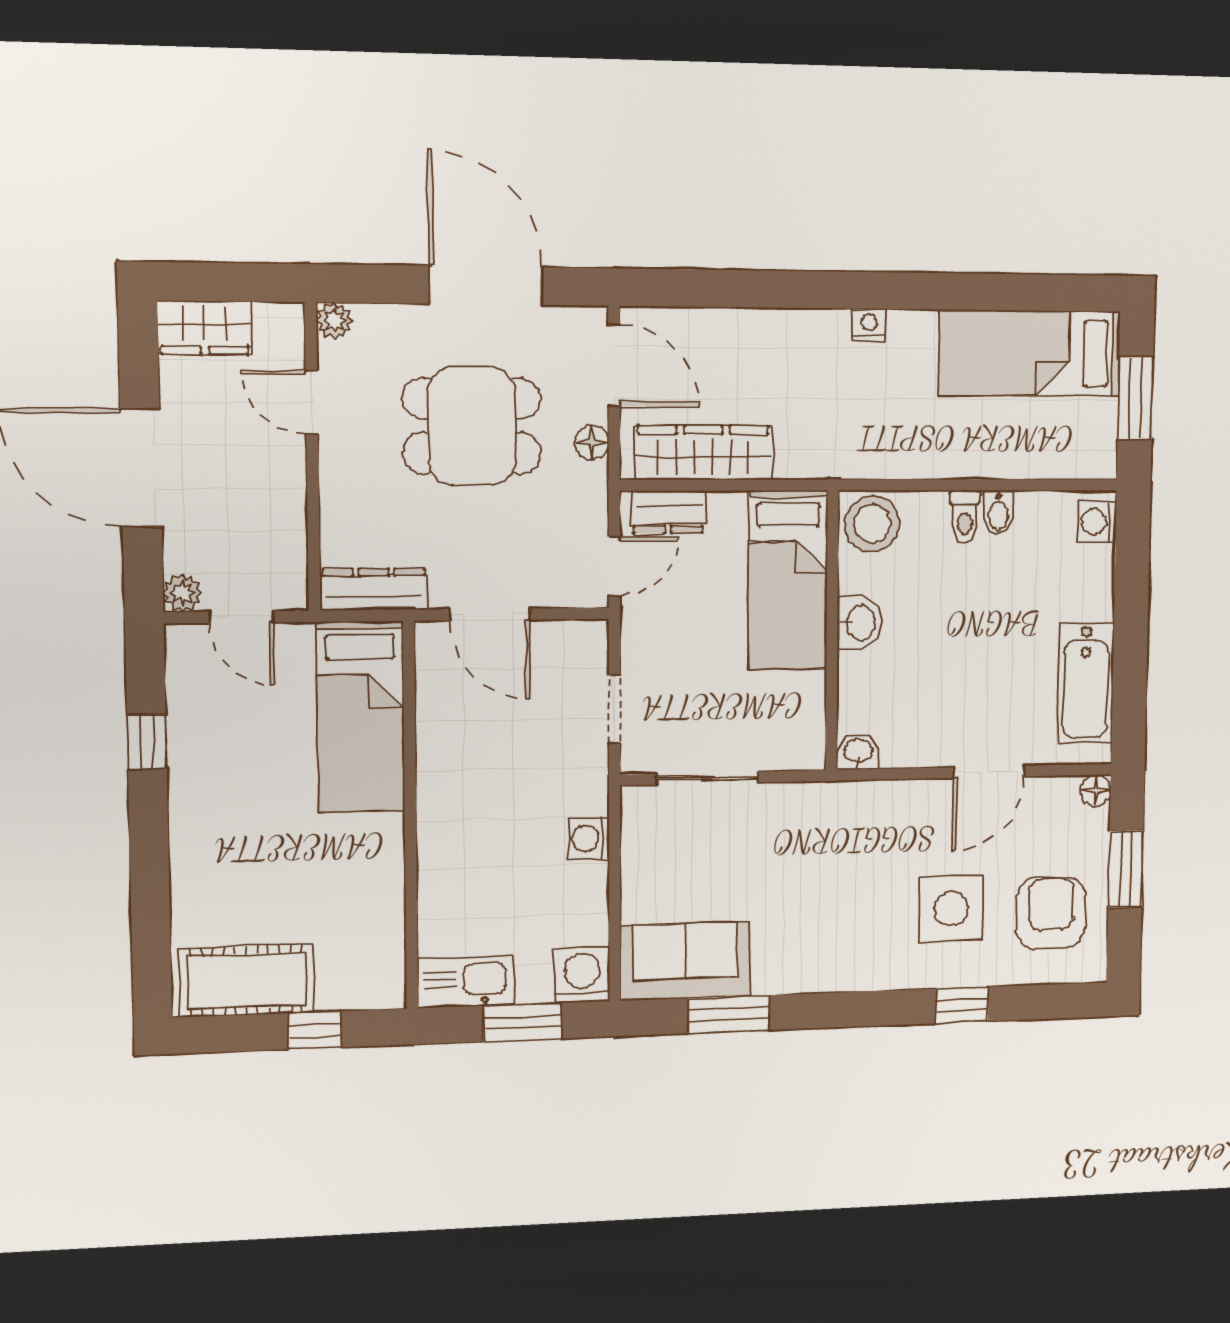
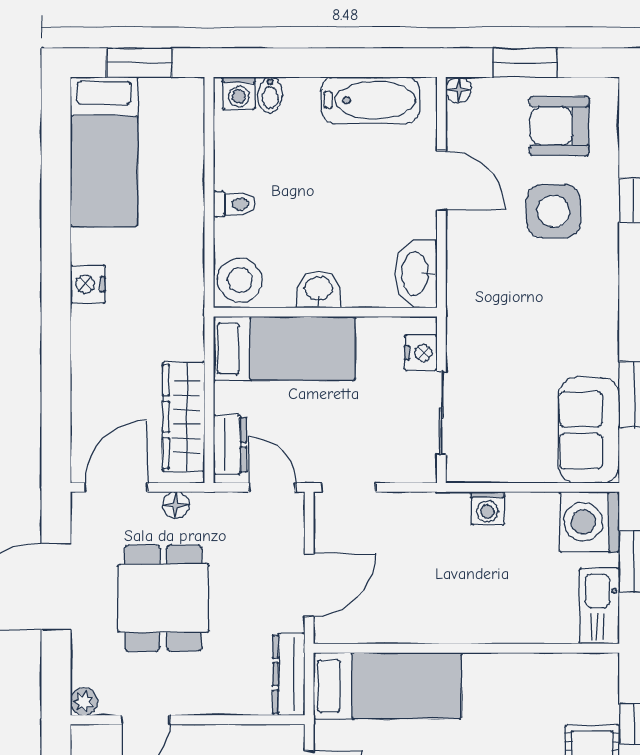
nightstand: (869, 325) -> (88, 284), width x1.39, depth x1.35
bidet: (998, 513) -> (270, 95), moved, turned 90
doorway: (614, 708) -> (349, 487), moved
nightstand: (781, 751) -> (421, 353), added
washbasin: (858, 752) -> (416, 274), width x1.91, depth x1.45
washing machine: (582, 975) -> (589, 522), width x1.37, depth x1.37

